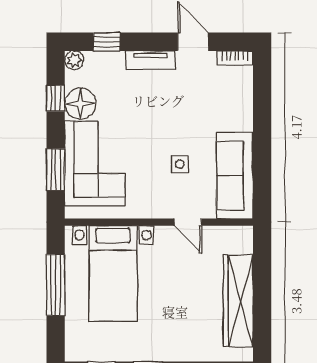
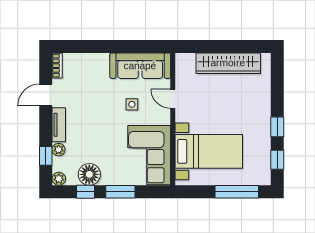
plant: (115, 60) -> (59, 150), added
corner sofa: (95, 163) -> (149, 155), moved, turned -90
window: (56, 169) -> (120, 192), moved
door: (188, 222) -> (173, 99), swing flipped
window: (56, 285) -> (237, 192), moved

